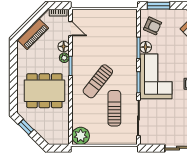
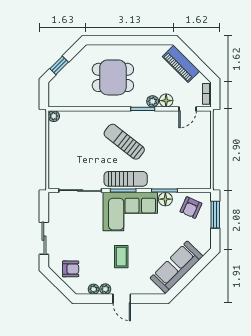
dining table: (44, 91) -> (113, 77), width x0.73
sun lounger: (114, 108) -> (126, 179), moved
window: (26, 127) -> (59, 65), moved
plant: (81, 136) -> (54, 116), width x0.53, depth x0.53

